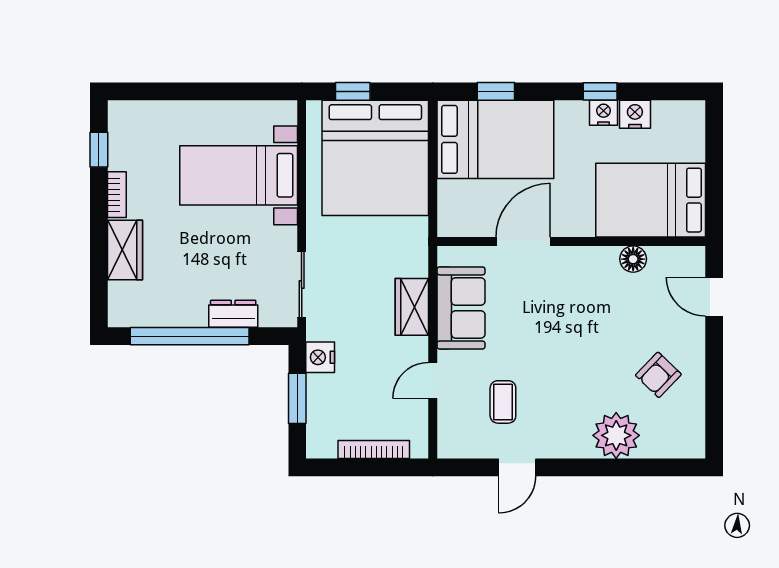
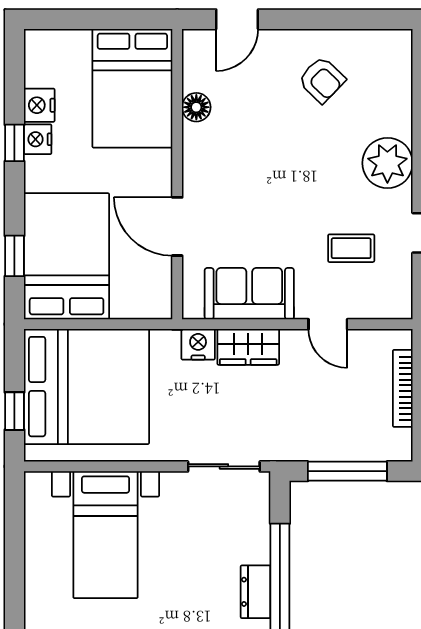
dresser: (233, 314) -> (256, 592), moved
nightstand: (320, 357) -> (198, 344), moved, turned 180
window: (297, 398) -> (347, 471), width x1.44
plant: (616, 435) -> (387, 163), moved

